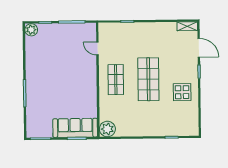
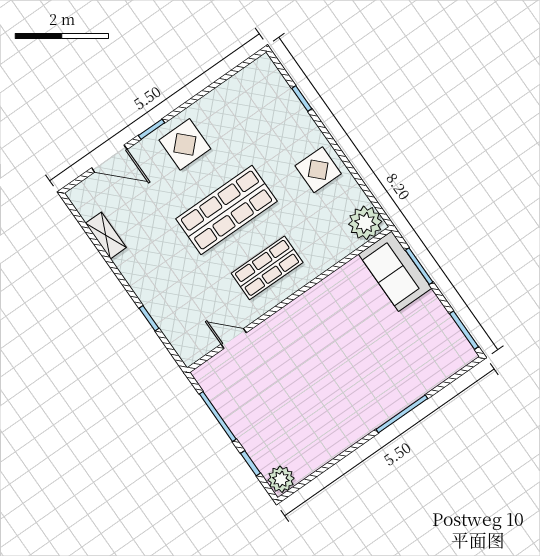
shelving: (187, 26) -> (106, 235), moved
door: (97, 48) -> (234, 338), swing flipped
door: (199, 48) -> (109, 159), swing flipped
display table: (182, 92) -> (185, 144), moved
display table: (140, 125) -> (318, 170), added
sofa: (75, 128) -> (395, 271), width x0.73

